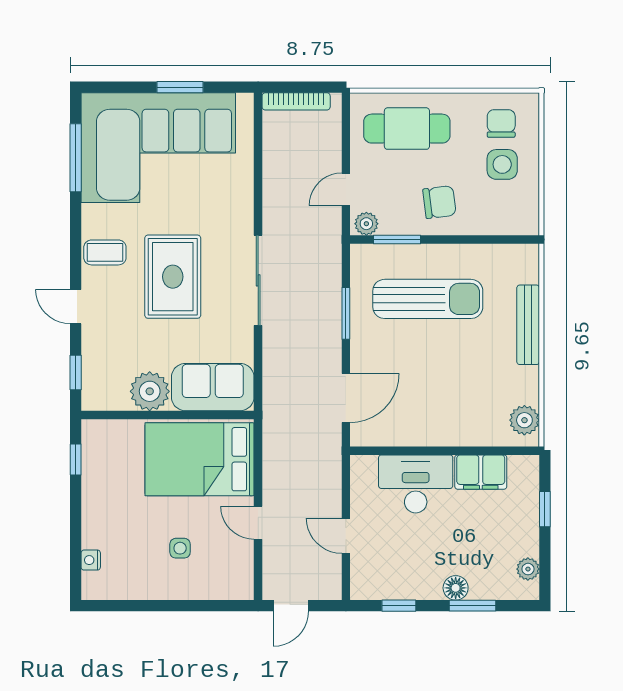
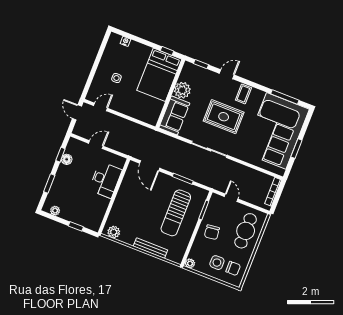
plant: (366, 224) -> (190, 263), moved
bed: (200, 459) -> (159, 75), moved, turned 180
filing cabinet: (481, 472) -> (100, 207), removed
door: (258, 523) -> (100, 107), moved
floor lamp: (456, 588) -> (67, 159), moved

